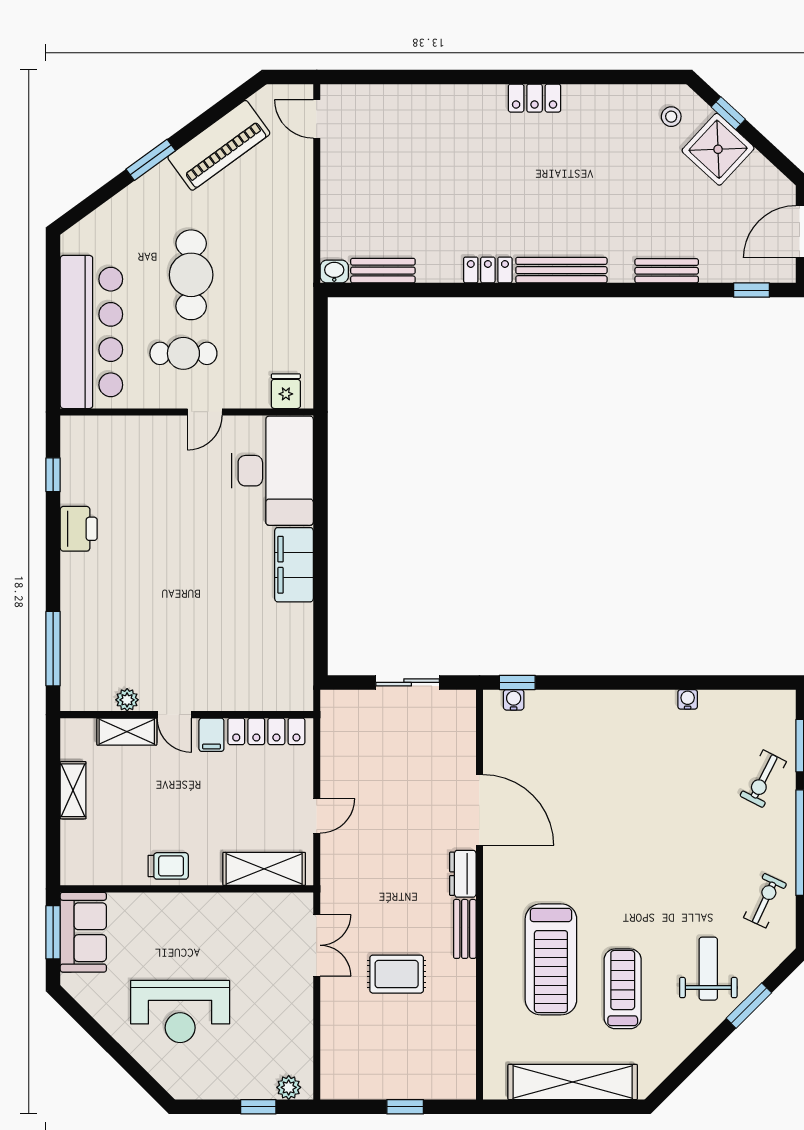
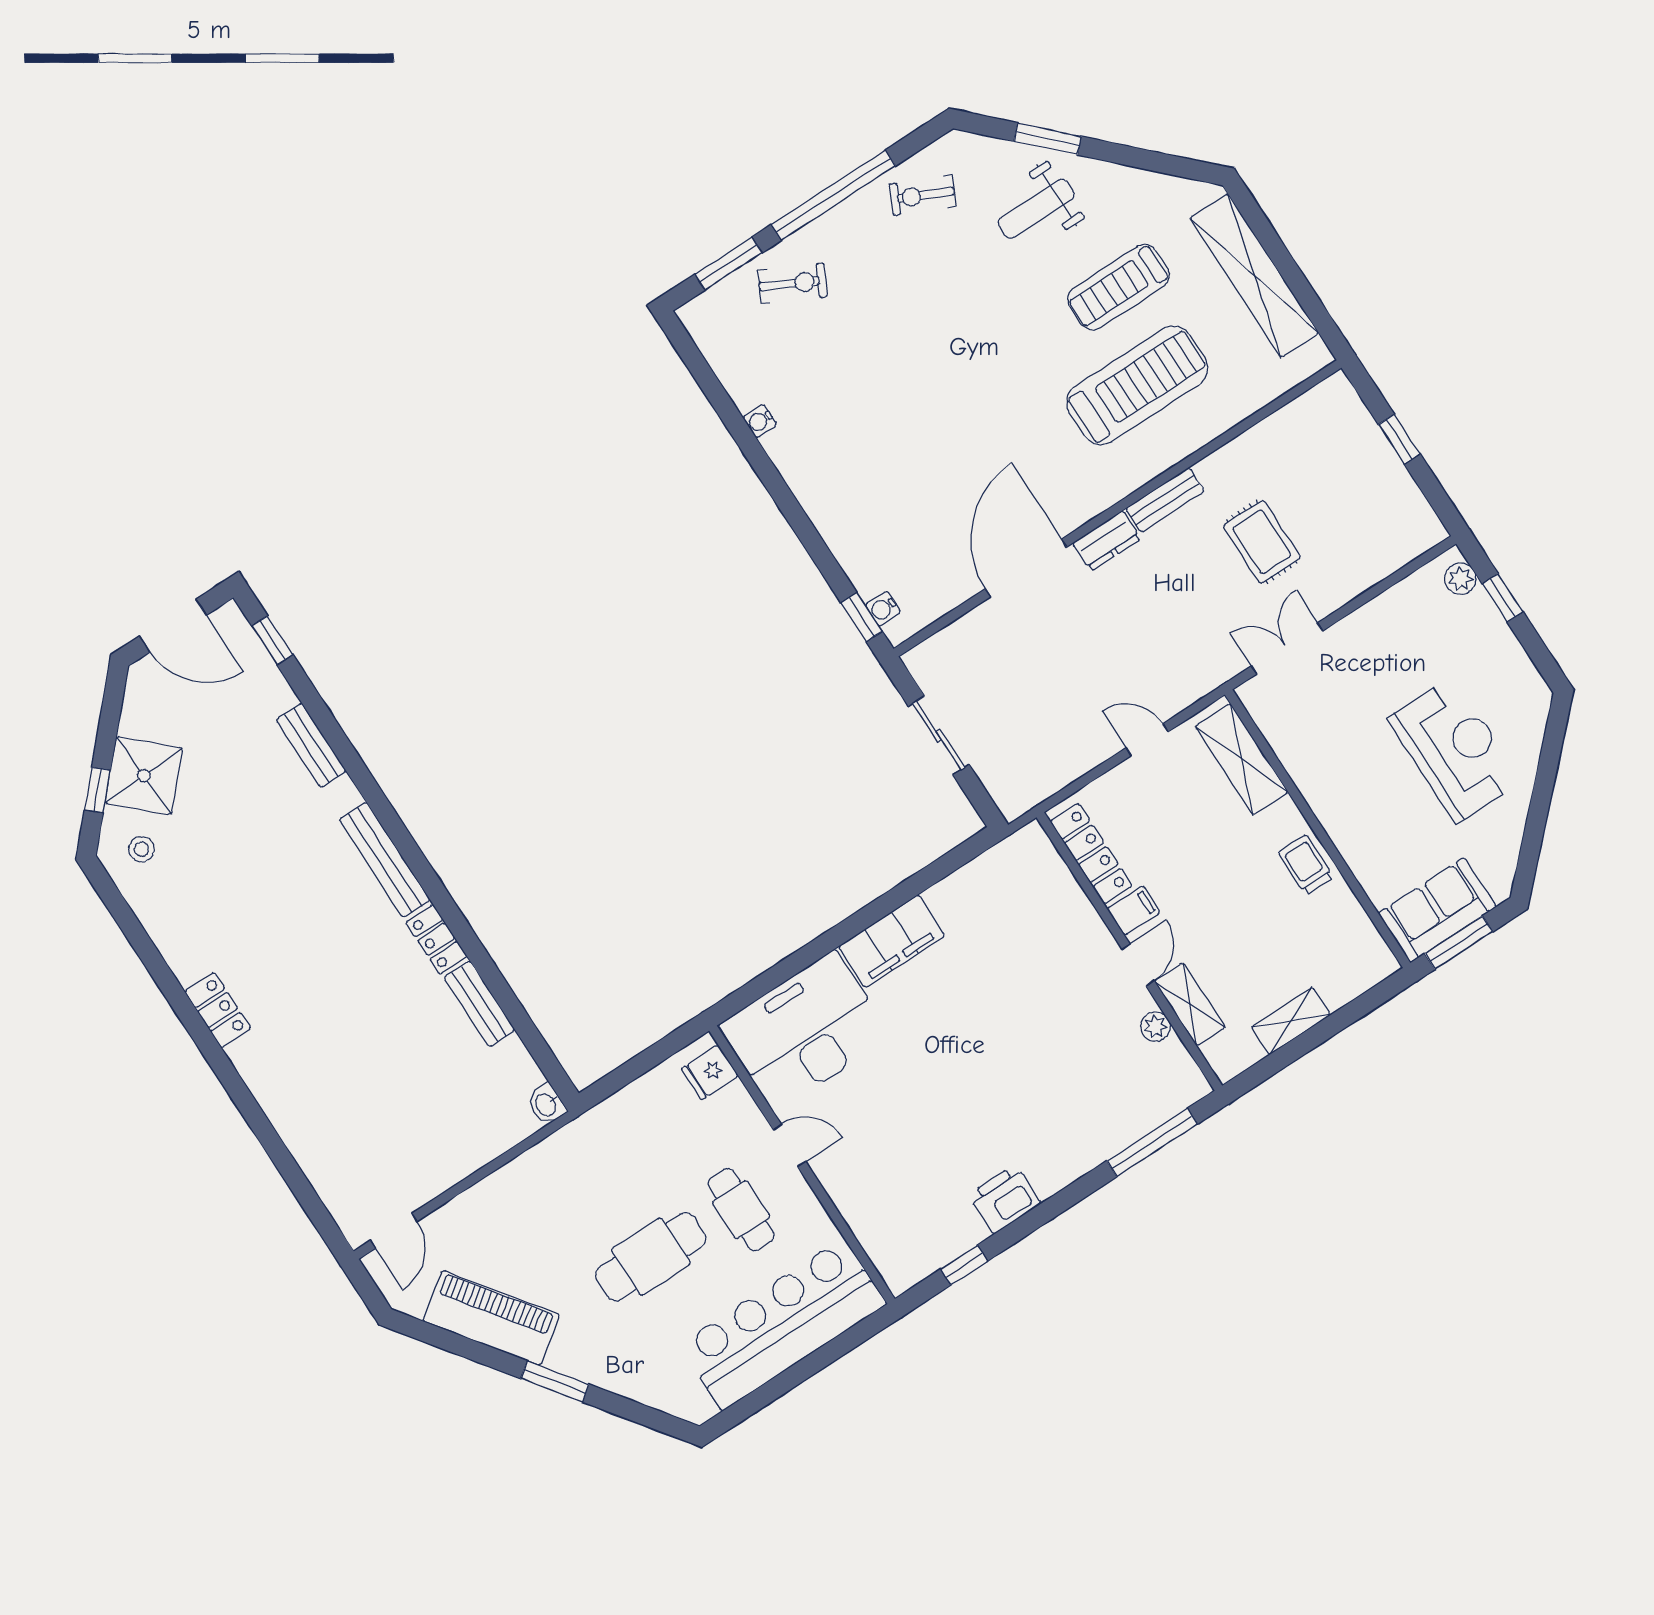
bench: (383, 271) -> (479, 1004), moved

